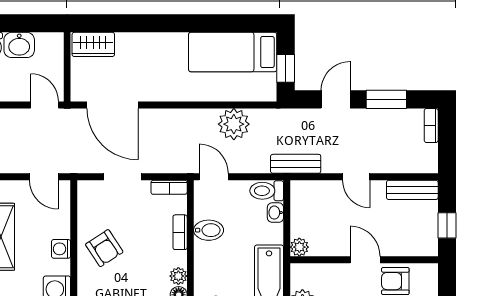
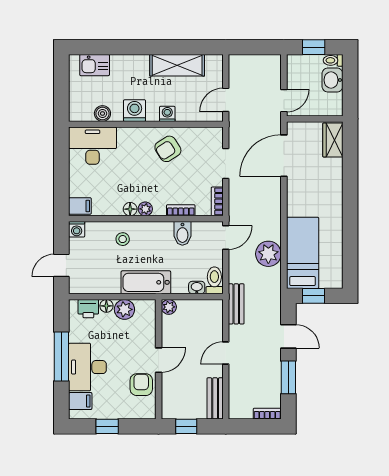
bed: (233, 52) -> (303, 253), moved

